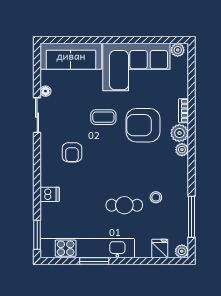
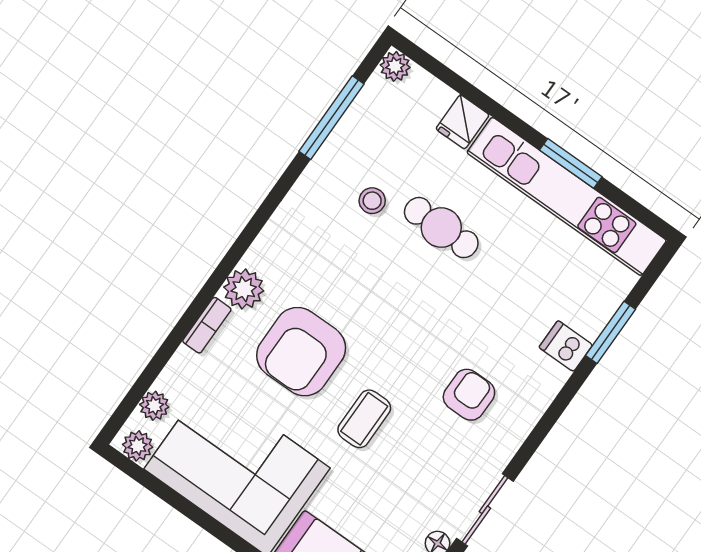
coffee table: (103, 117) -> (364, 419), turned 90
armchair: (143, 125) -> (301, 352), turned 90
plant: (182, 150) -> (154, 406), moved
window: (37, 235) -> (611, 332), moved
fridge: (160, 248) -> (463, 122), moved

